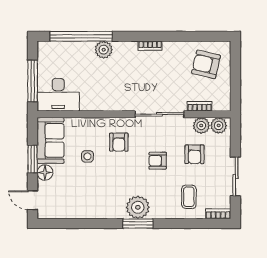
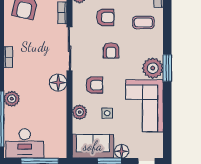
desk: (58, 95) -> (25, 143), moved, turned 90
floor lamp: (122, 102) -> (58, 83), added
plant: (201, 126) -> (80, 112), moved
corner sofa: (96, 198) -> (144, 106), added

